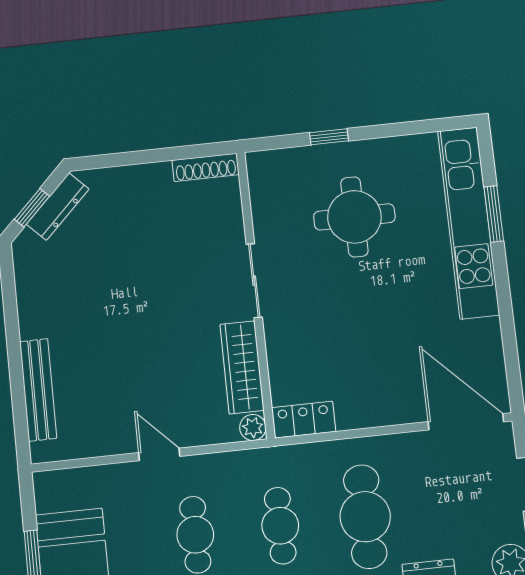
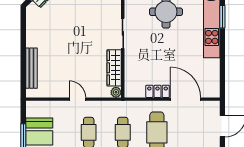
locker: (304, 420) -> (158, 91), moved
door: (466, 422) -> (186, 99), moved

